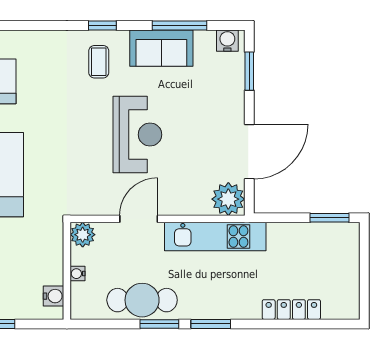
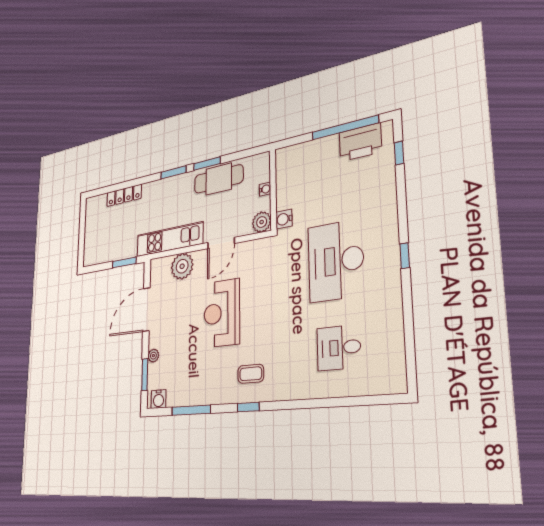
sofa: (161, 48) -> (204, 389), removed
coffee table: (99, 62) -> (251, 374), turned 90
plant: (237, 93) -> (153, 356), added
plant: (228, 199) -> (182, 266), moved
window: (330, 218) -> (124, 262), moved
water cooler: (53, 296) -> (284, 219), moved

